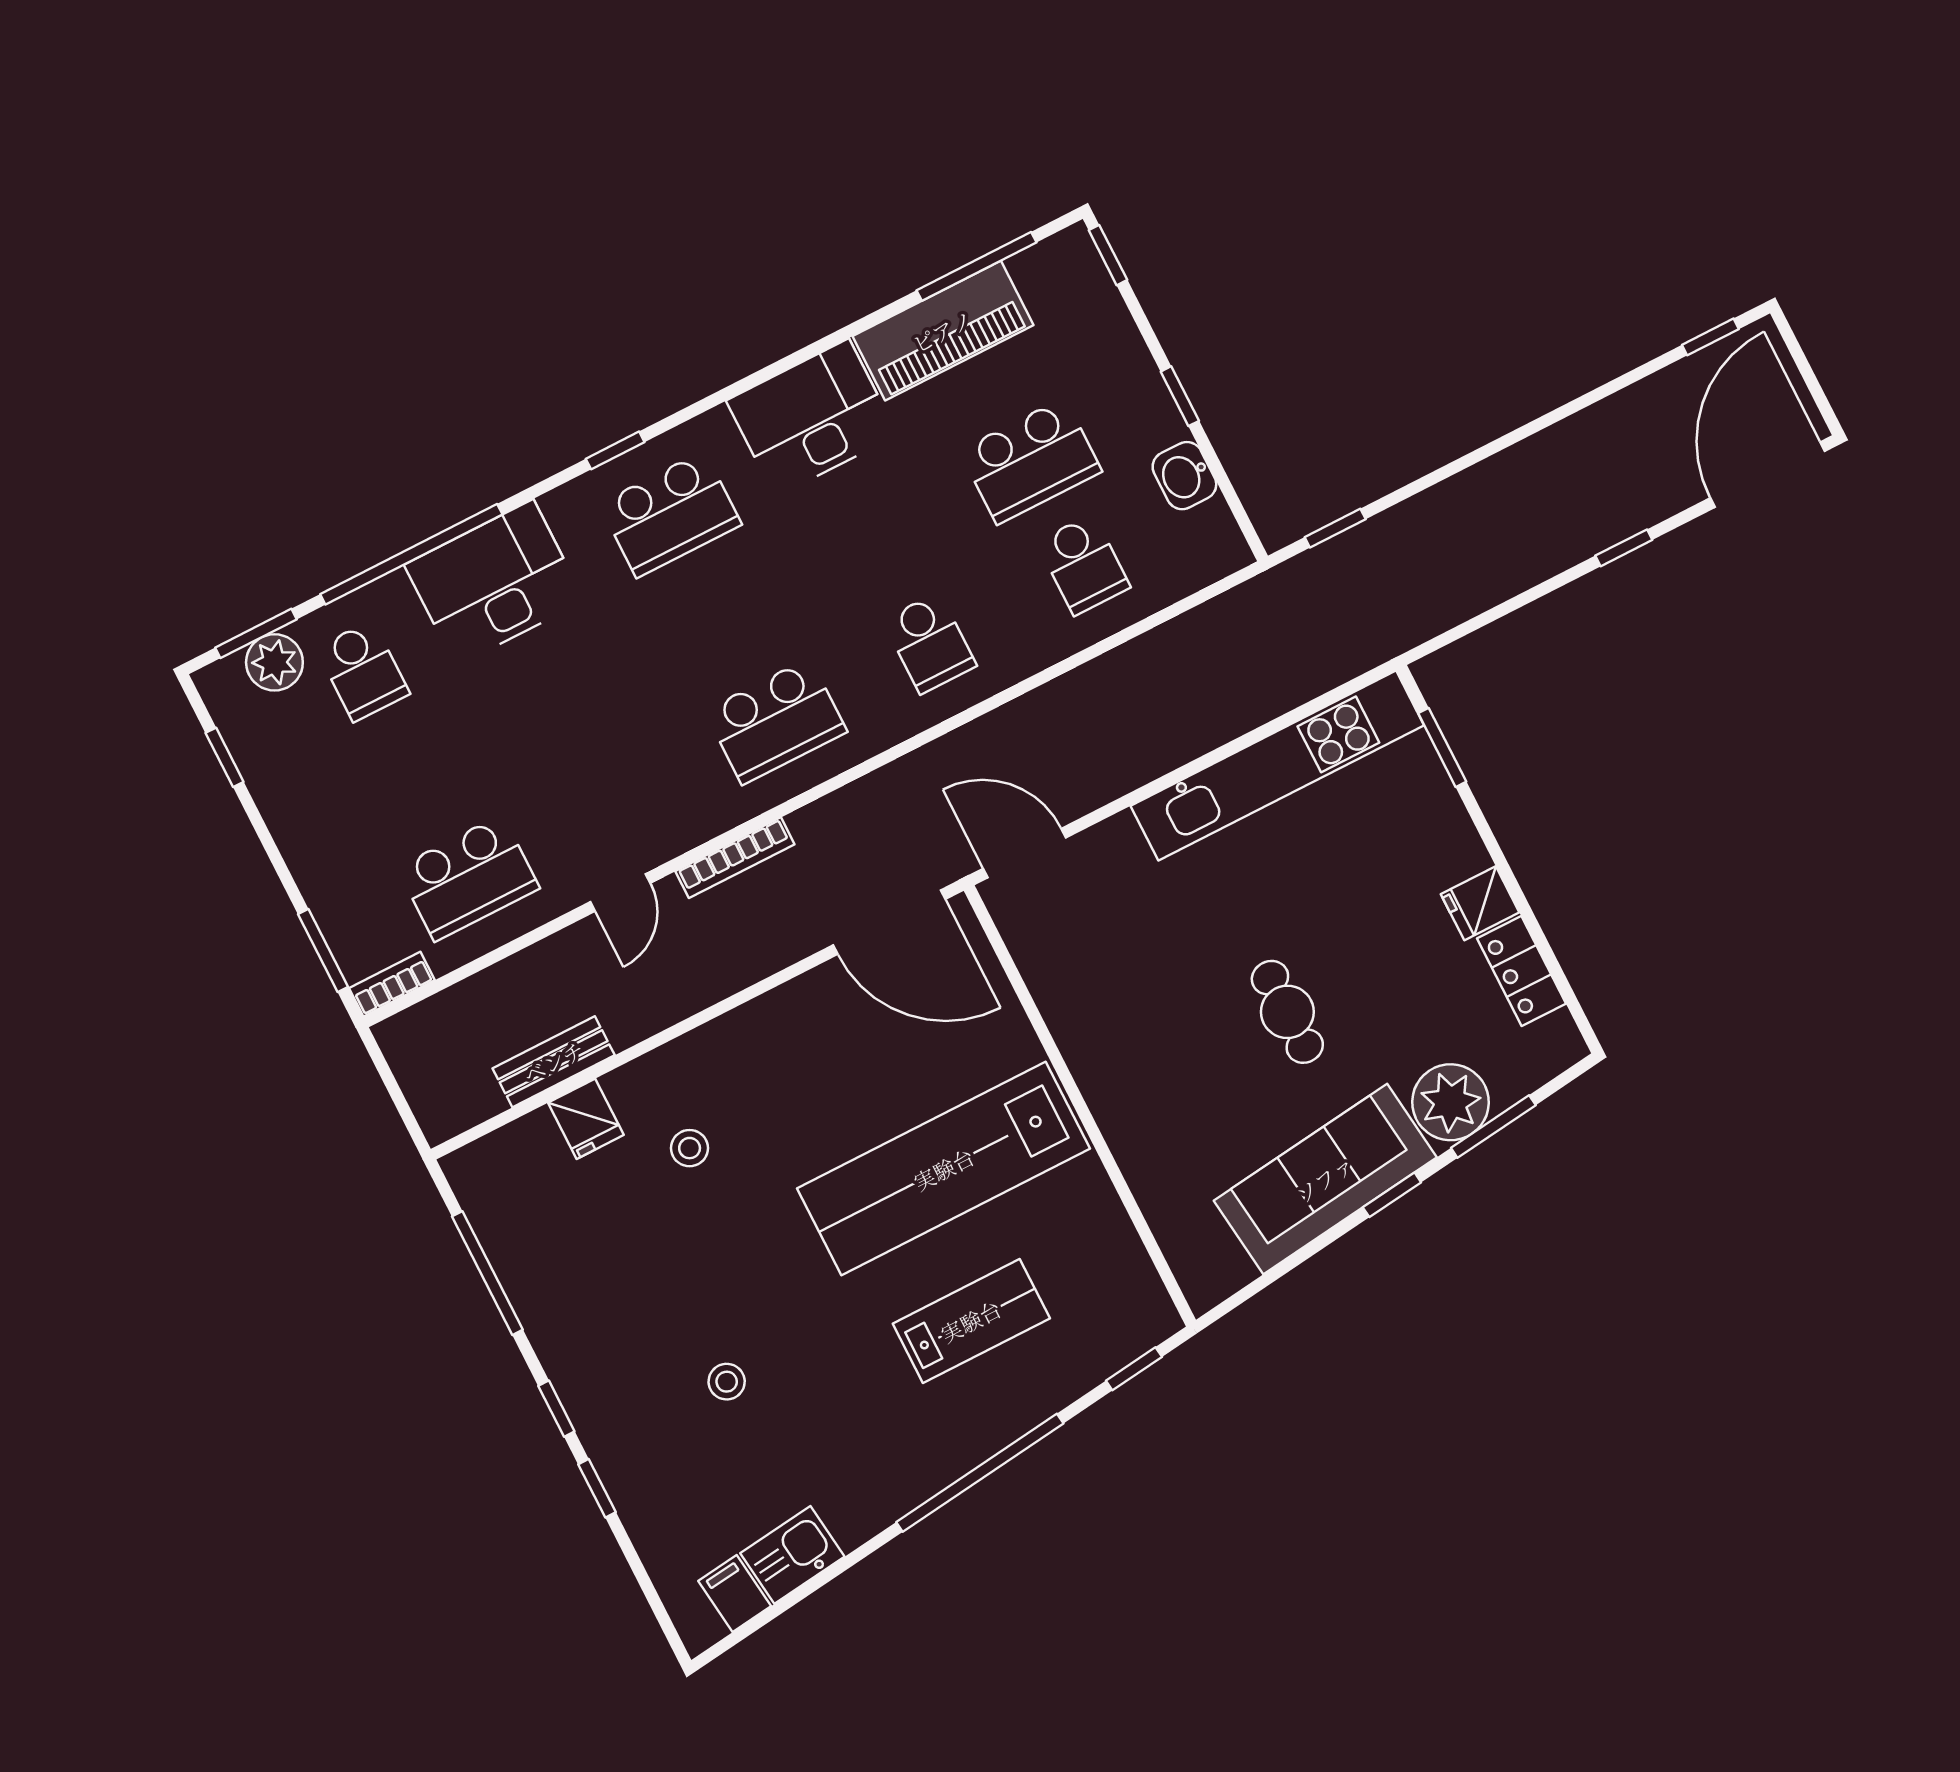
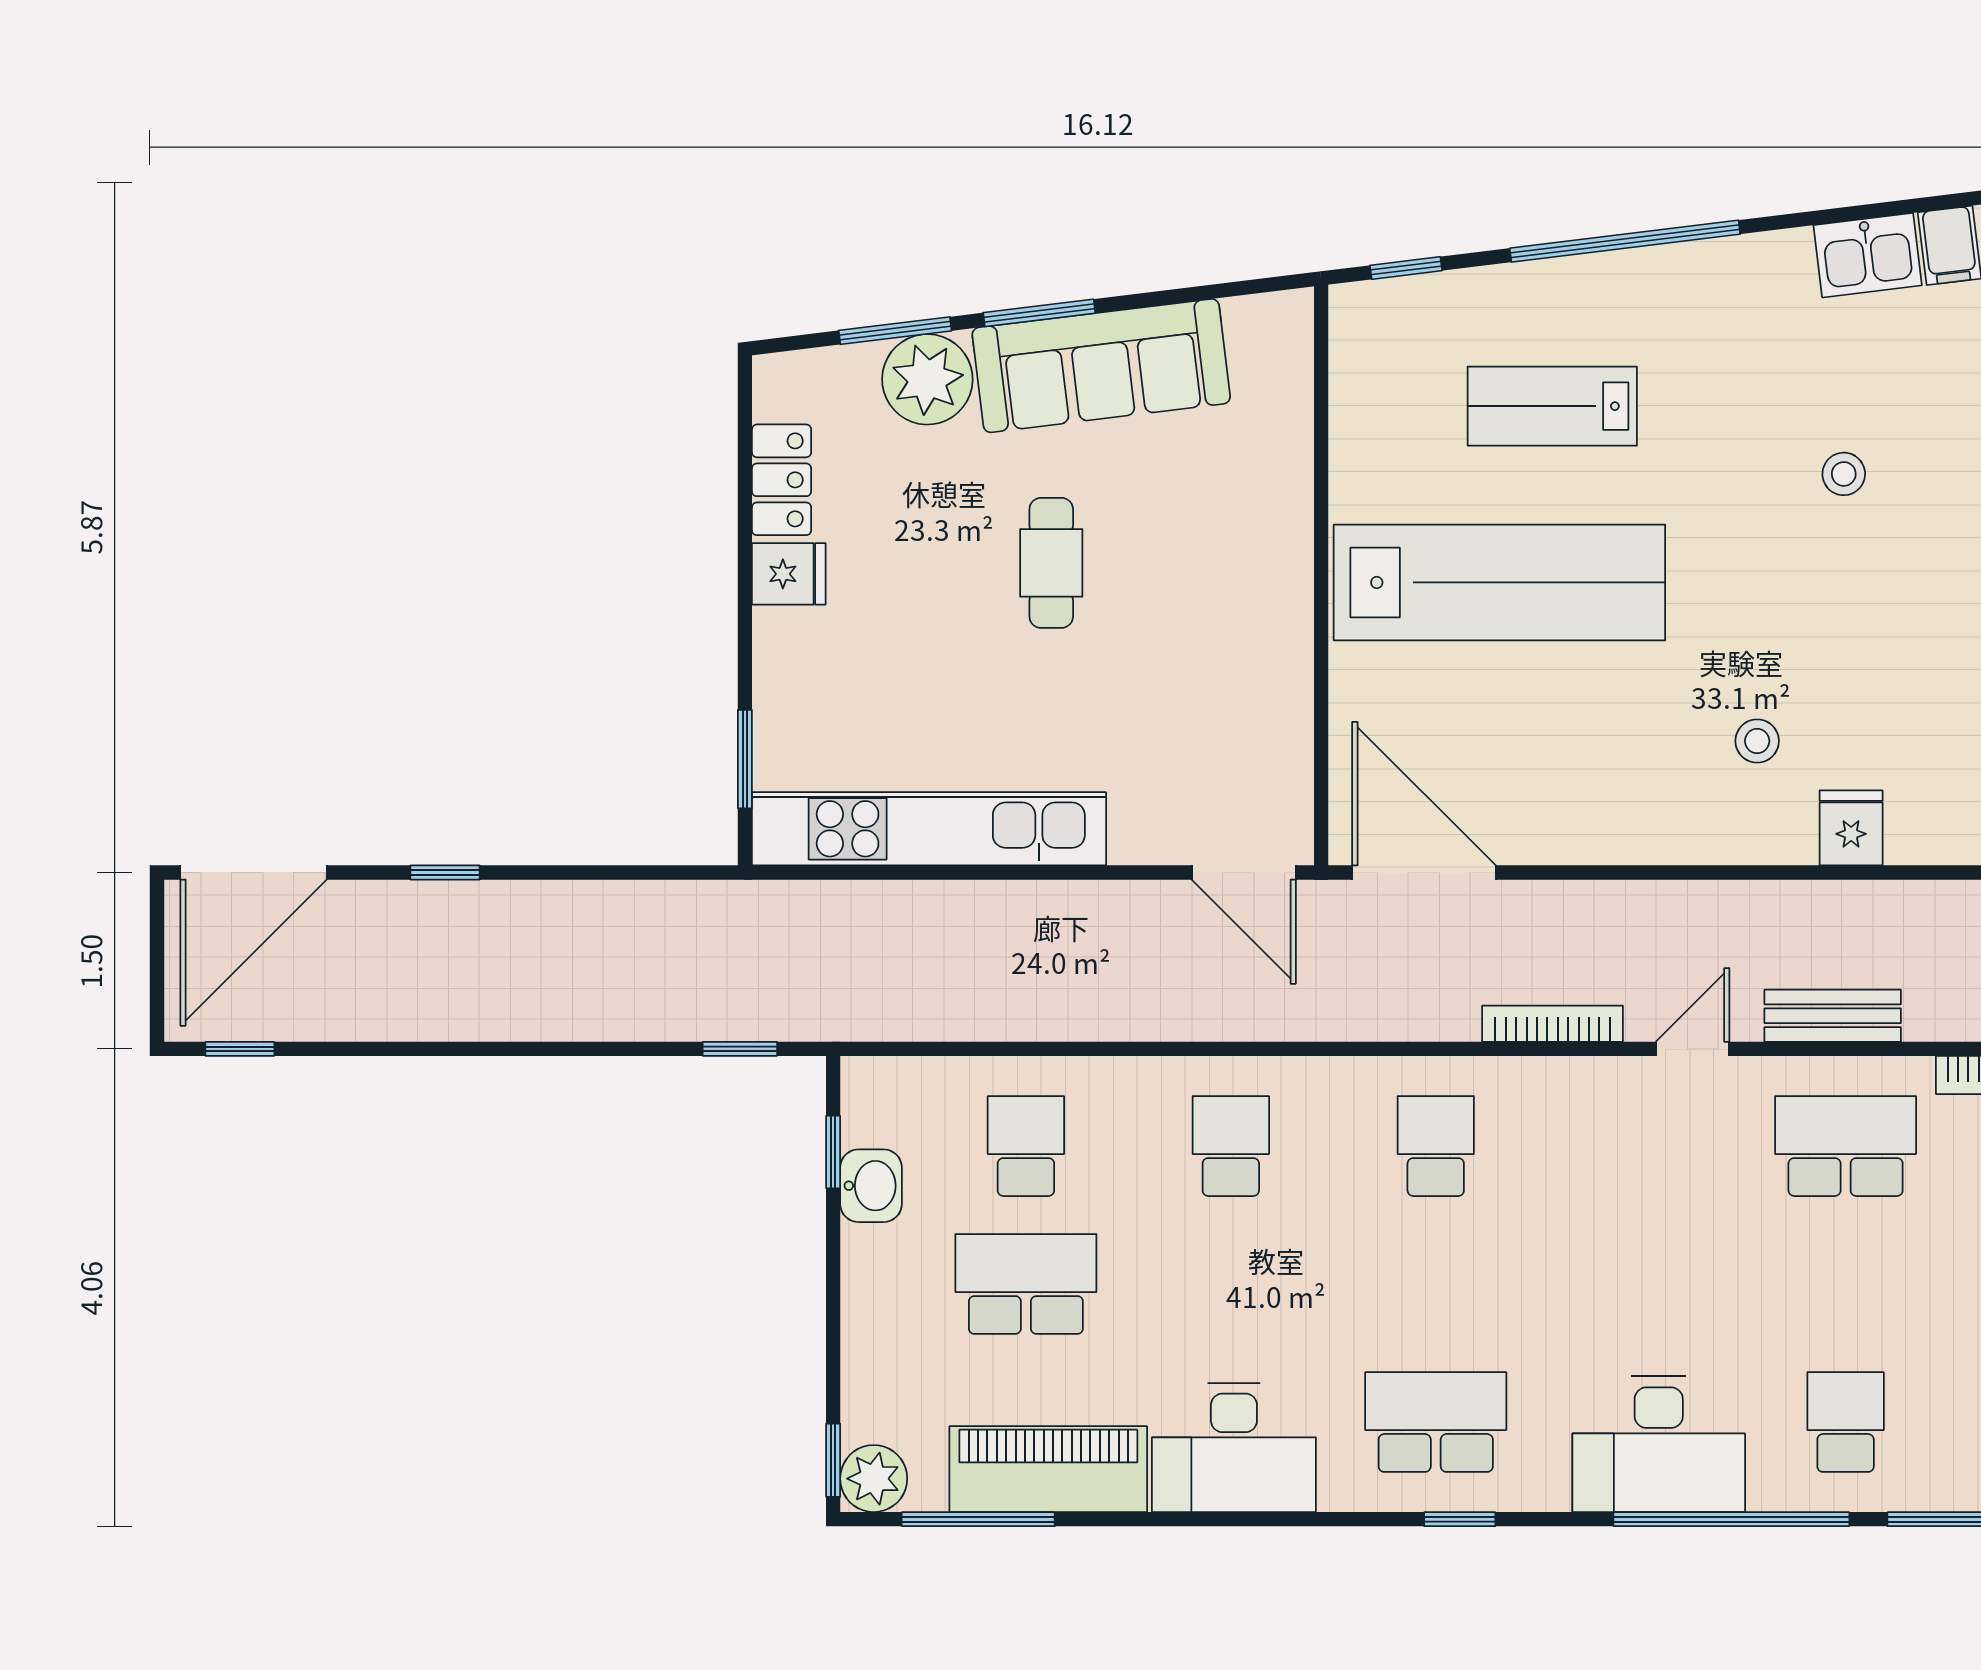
window: (1180, 396) -> (833, 1152), moved
plant: (274, 662) -> (874, 1479), moved
school desk: (776, 721) -> (1436, 1146), width x0.54
bench: (554, 1062) -> (1833, 1016), moved
window: (1392, 1195) -> (1039, 313), width x1.50

